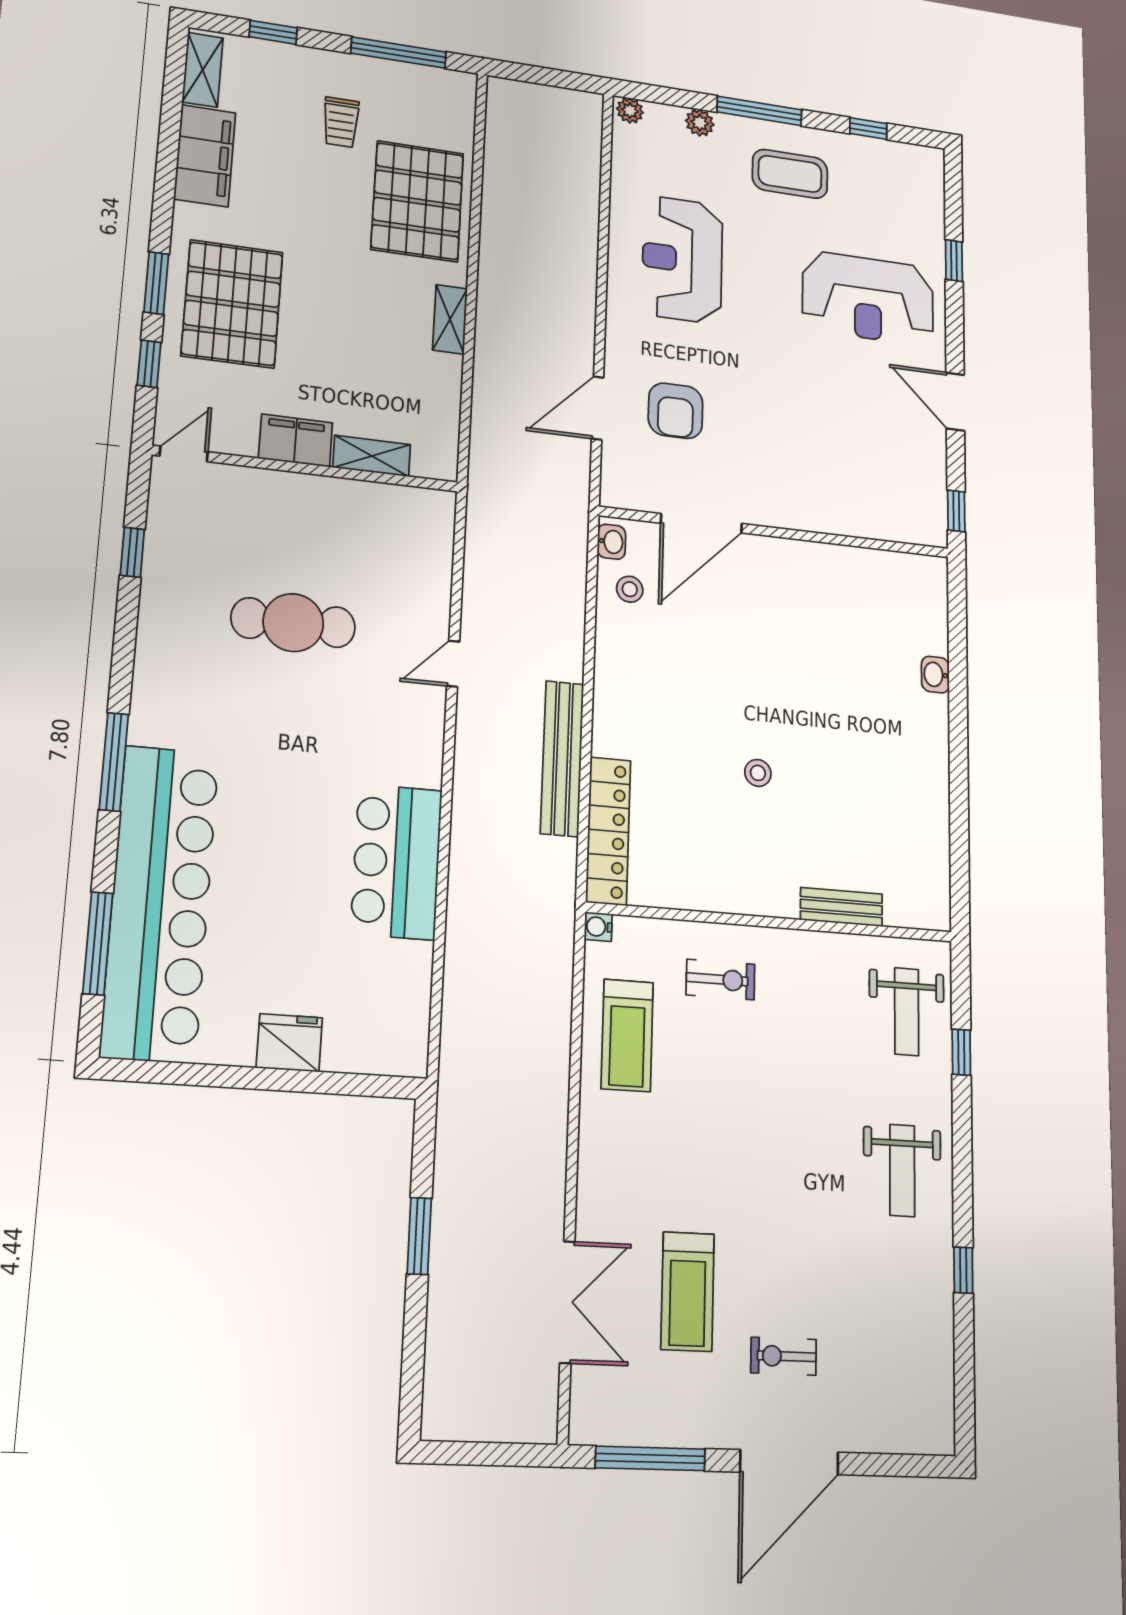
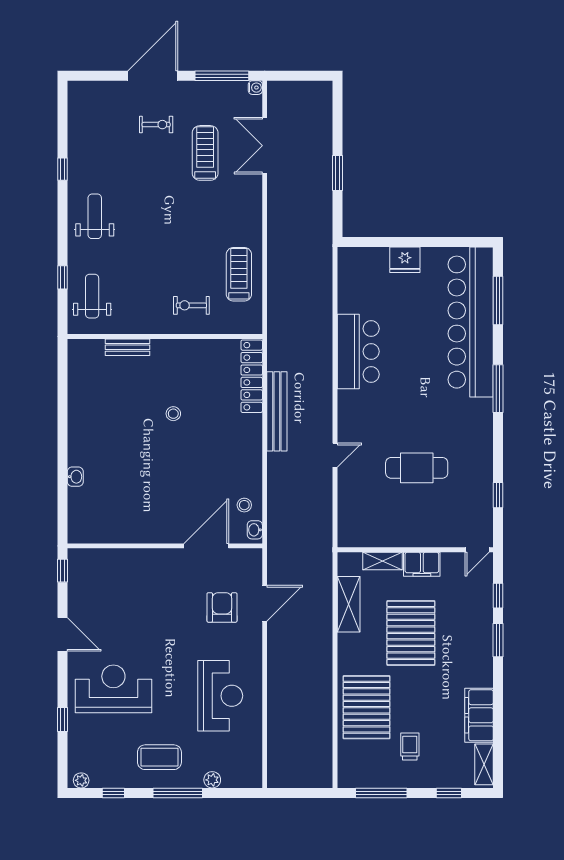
plant: (630, 111) -> (81, 780), moved
pallet: (232, 304) -> (411, 633), moved
shelving: (450, 319) -> (349, 604), moved, width x1.50, depth x1.33
water cooler: (598, 927) -> (255, 88), moved

